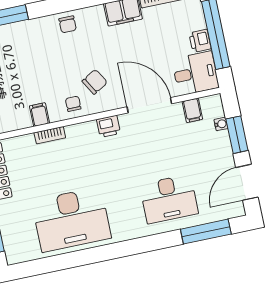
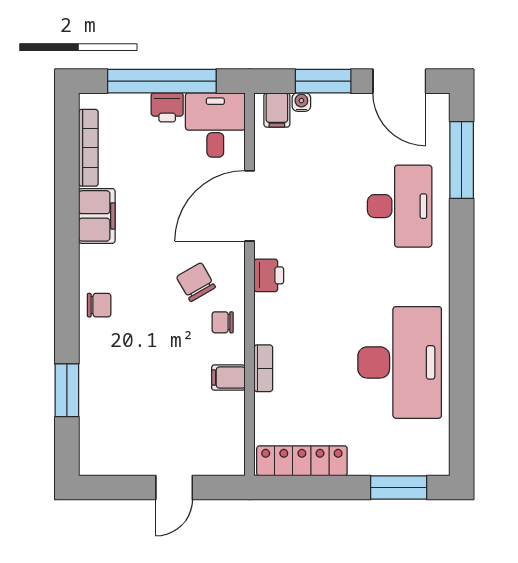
filing cabinet: (192, 110) -> (277, 110), moved, turned 90

